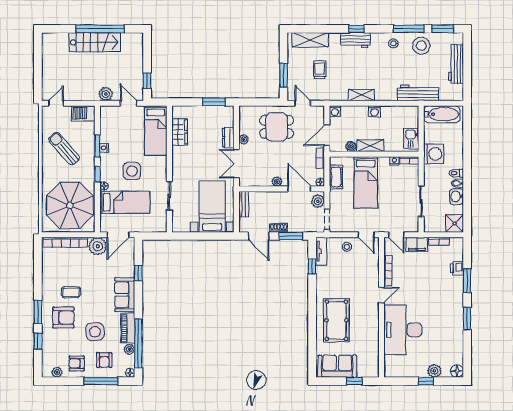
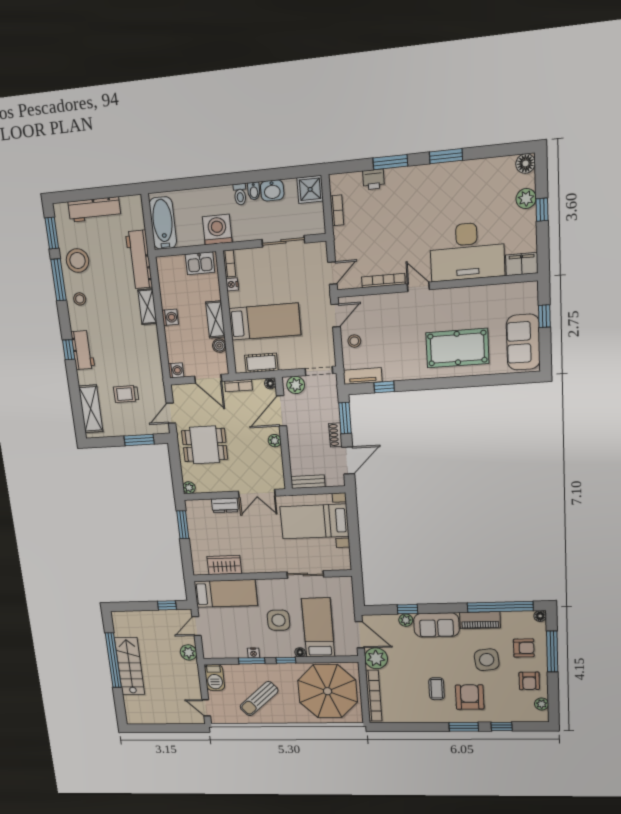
shelving: (362, 95) -> (147, 307), moved
dining table: (277, 127) -> (205, 445), turned 90
plant: (244, 139) -> (189, 488), moved
filing cabinet: (417, 244) -> (522, 264), moved, turned -90
plant: (129, 349) -> (406, 620), moved

